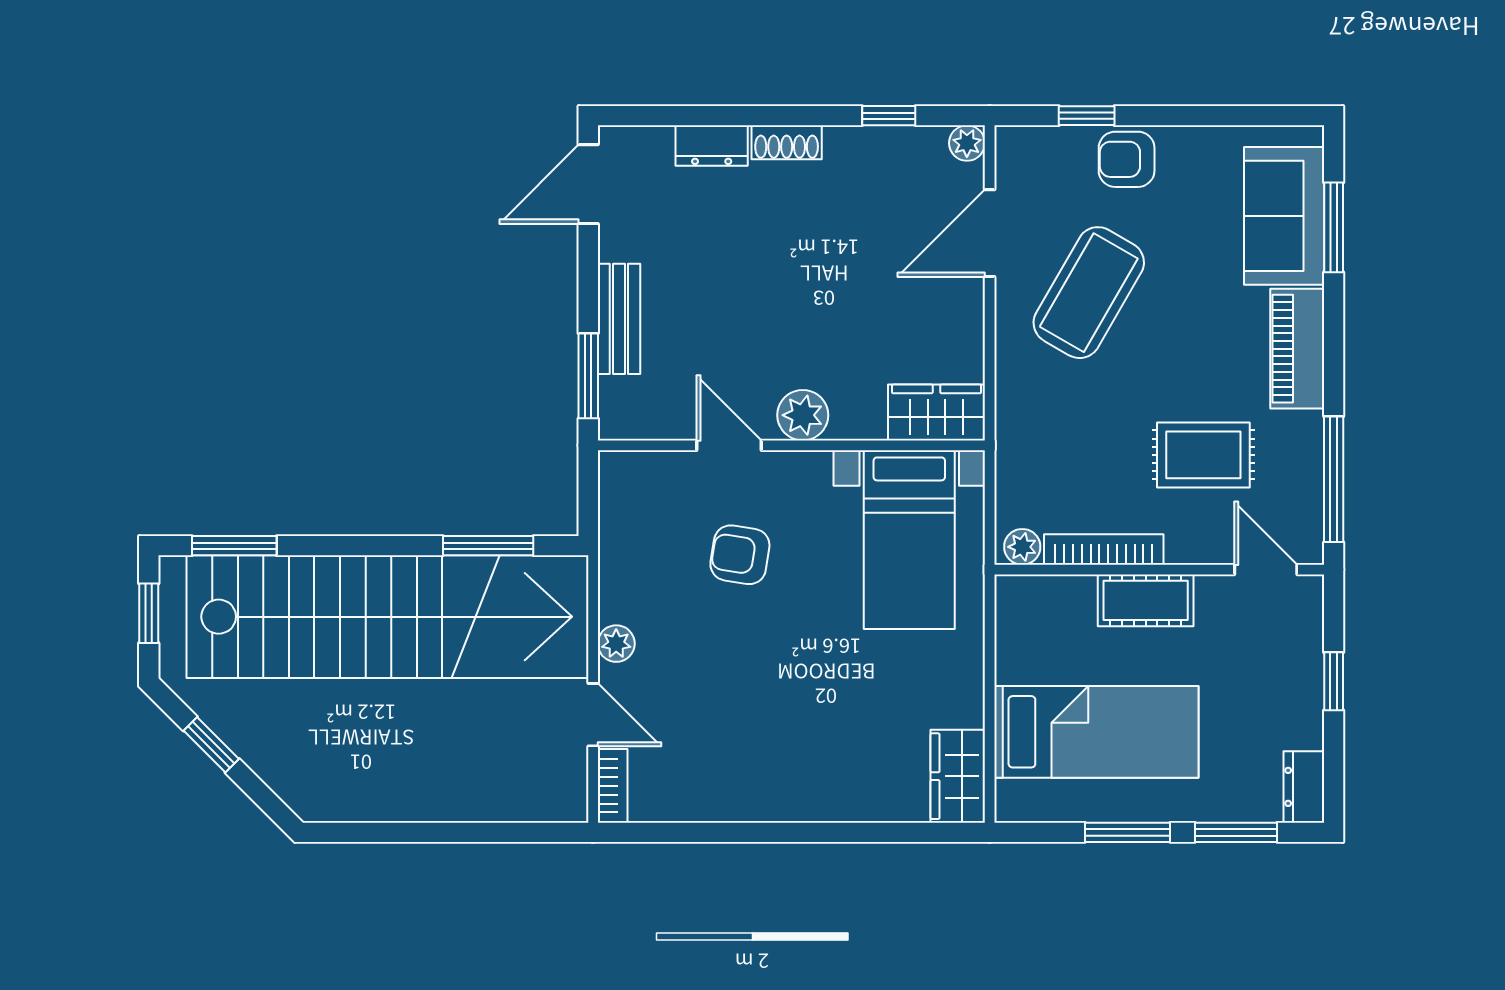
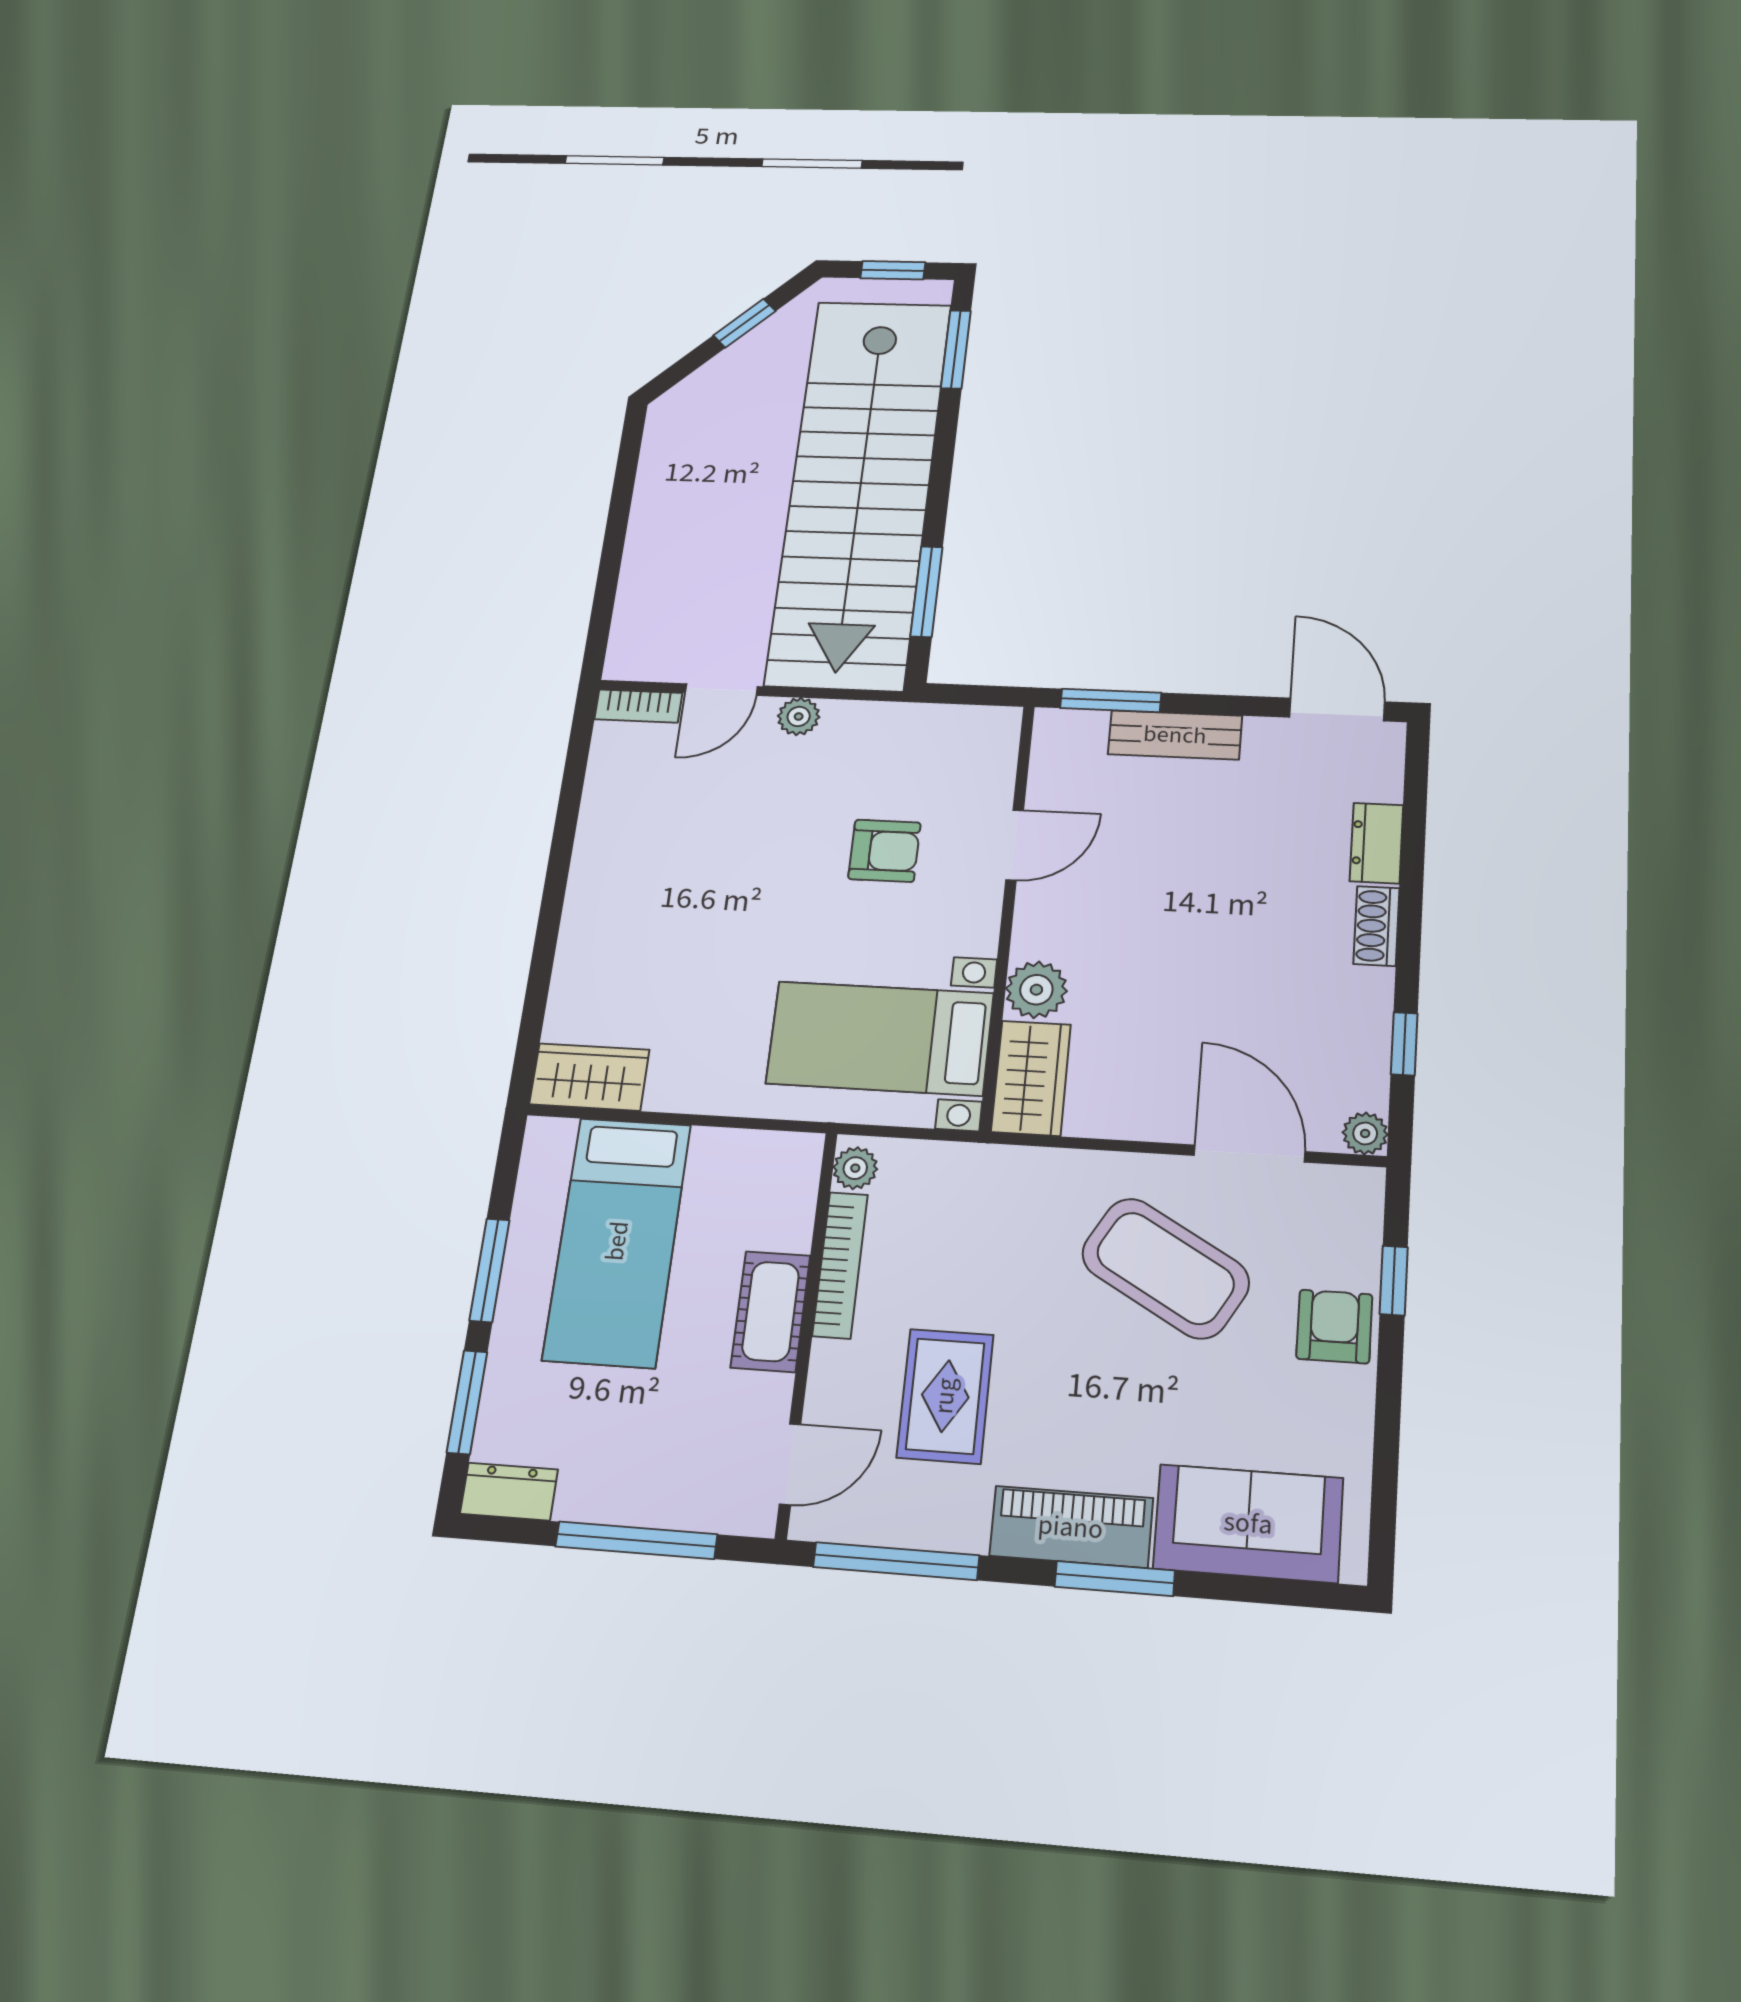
window: (1334, 227) -> (1115, 1579), moved
plant: (803, 415) -> (1036, 990), moved
armchair: (740, 555) -> (884, 851), turned 81
window: (1334, 681) -> (636, 1540), width x2.17

